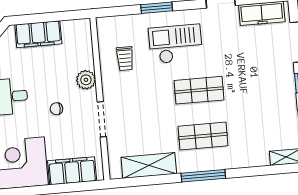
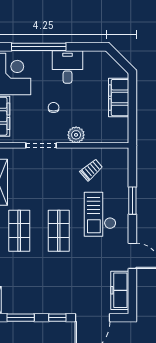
checkout: (176, 44) -> (100, 214), turned 180
trolley: (125, 59) -> (91, 170), turned 139

